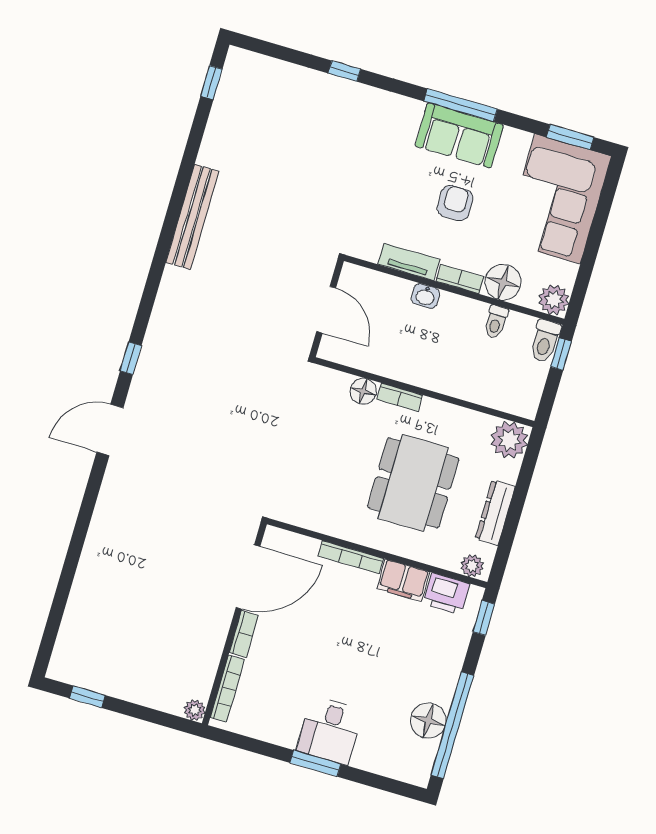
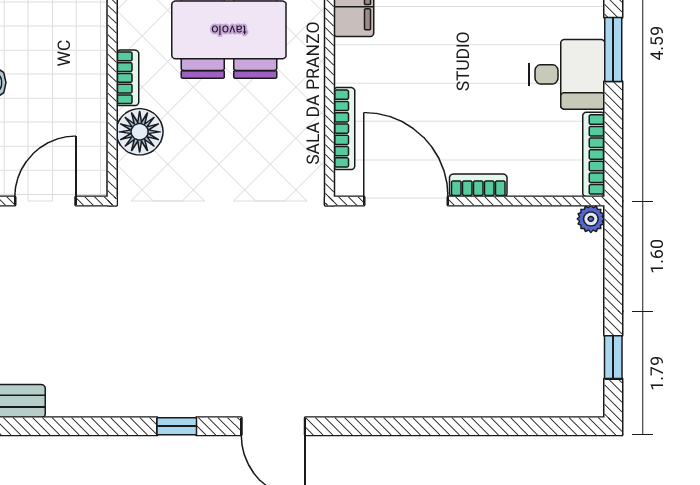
floor lamp: (363, 391) -> (140, 132), width x1.38, depth x1.38
bookcase: (351, 557) -> (344, 129), moved
bookcase: (227, 688) -> (594, 154), moved, turned -90
desk: (330, 730) -> (567, 74), moved

